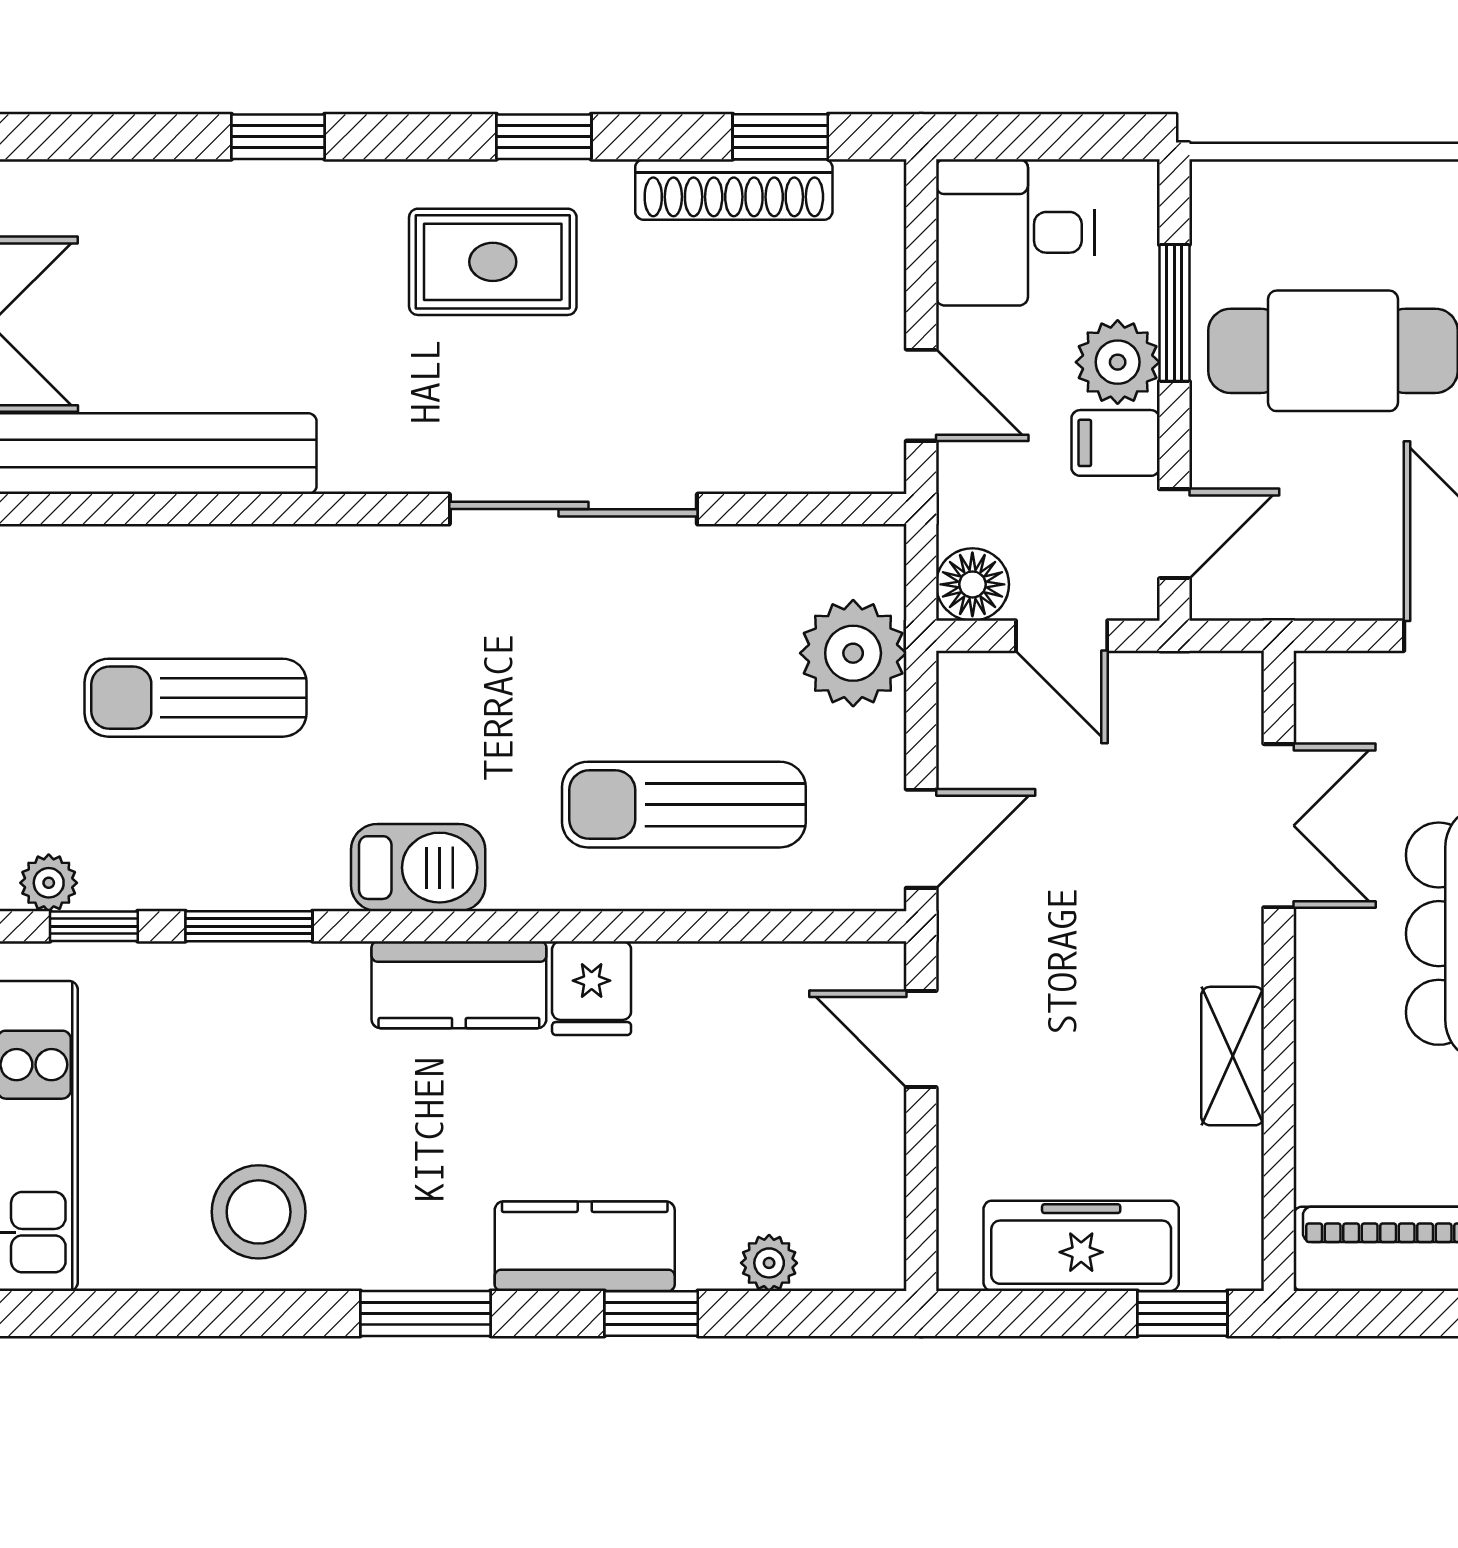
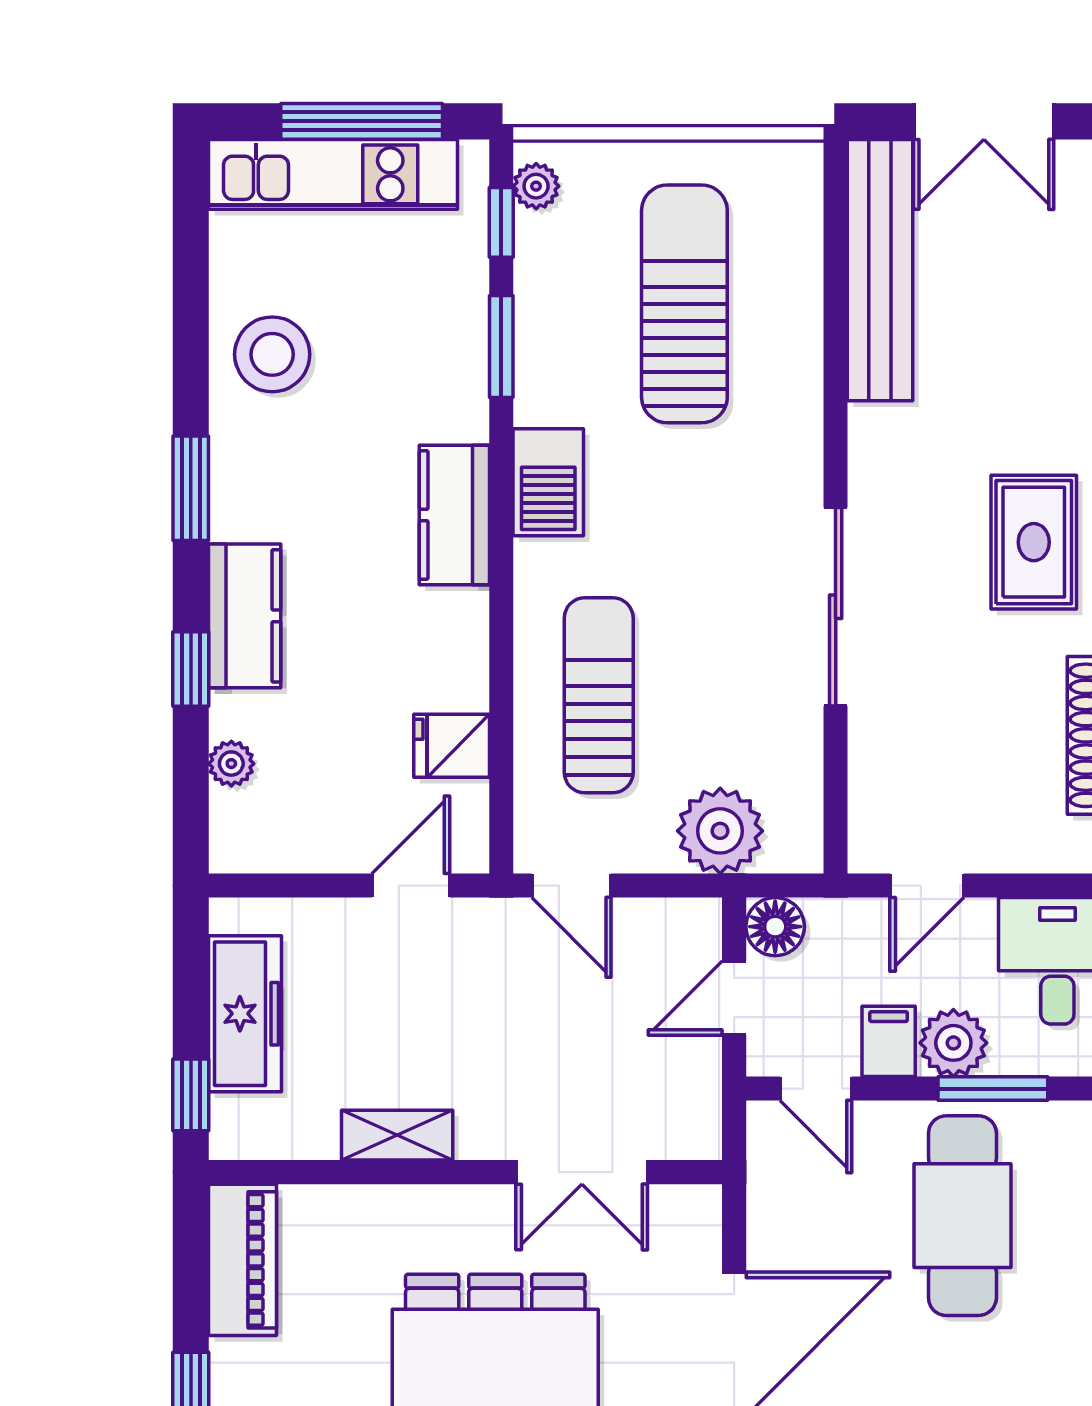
sun lounger: (196, 698) -> (684, 304), width x1.36, depth x1.34
fridge: (592, 988) -> (452, 746), moved

